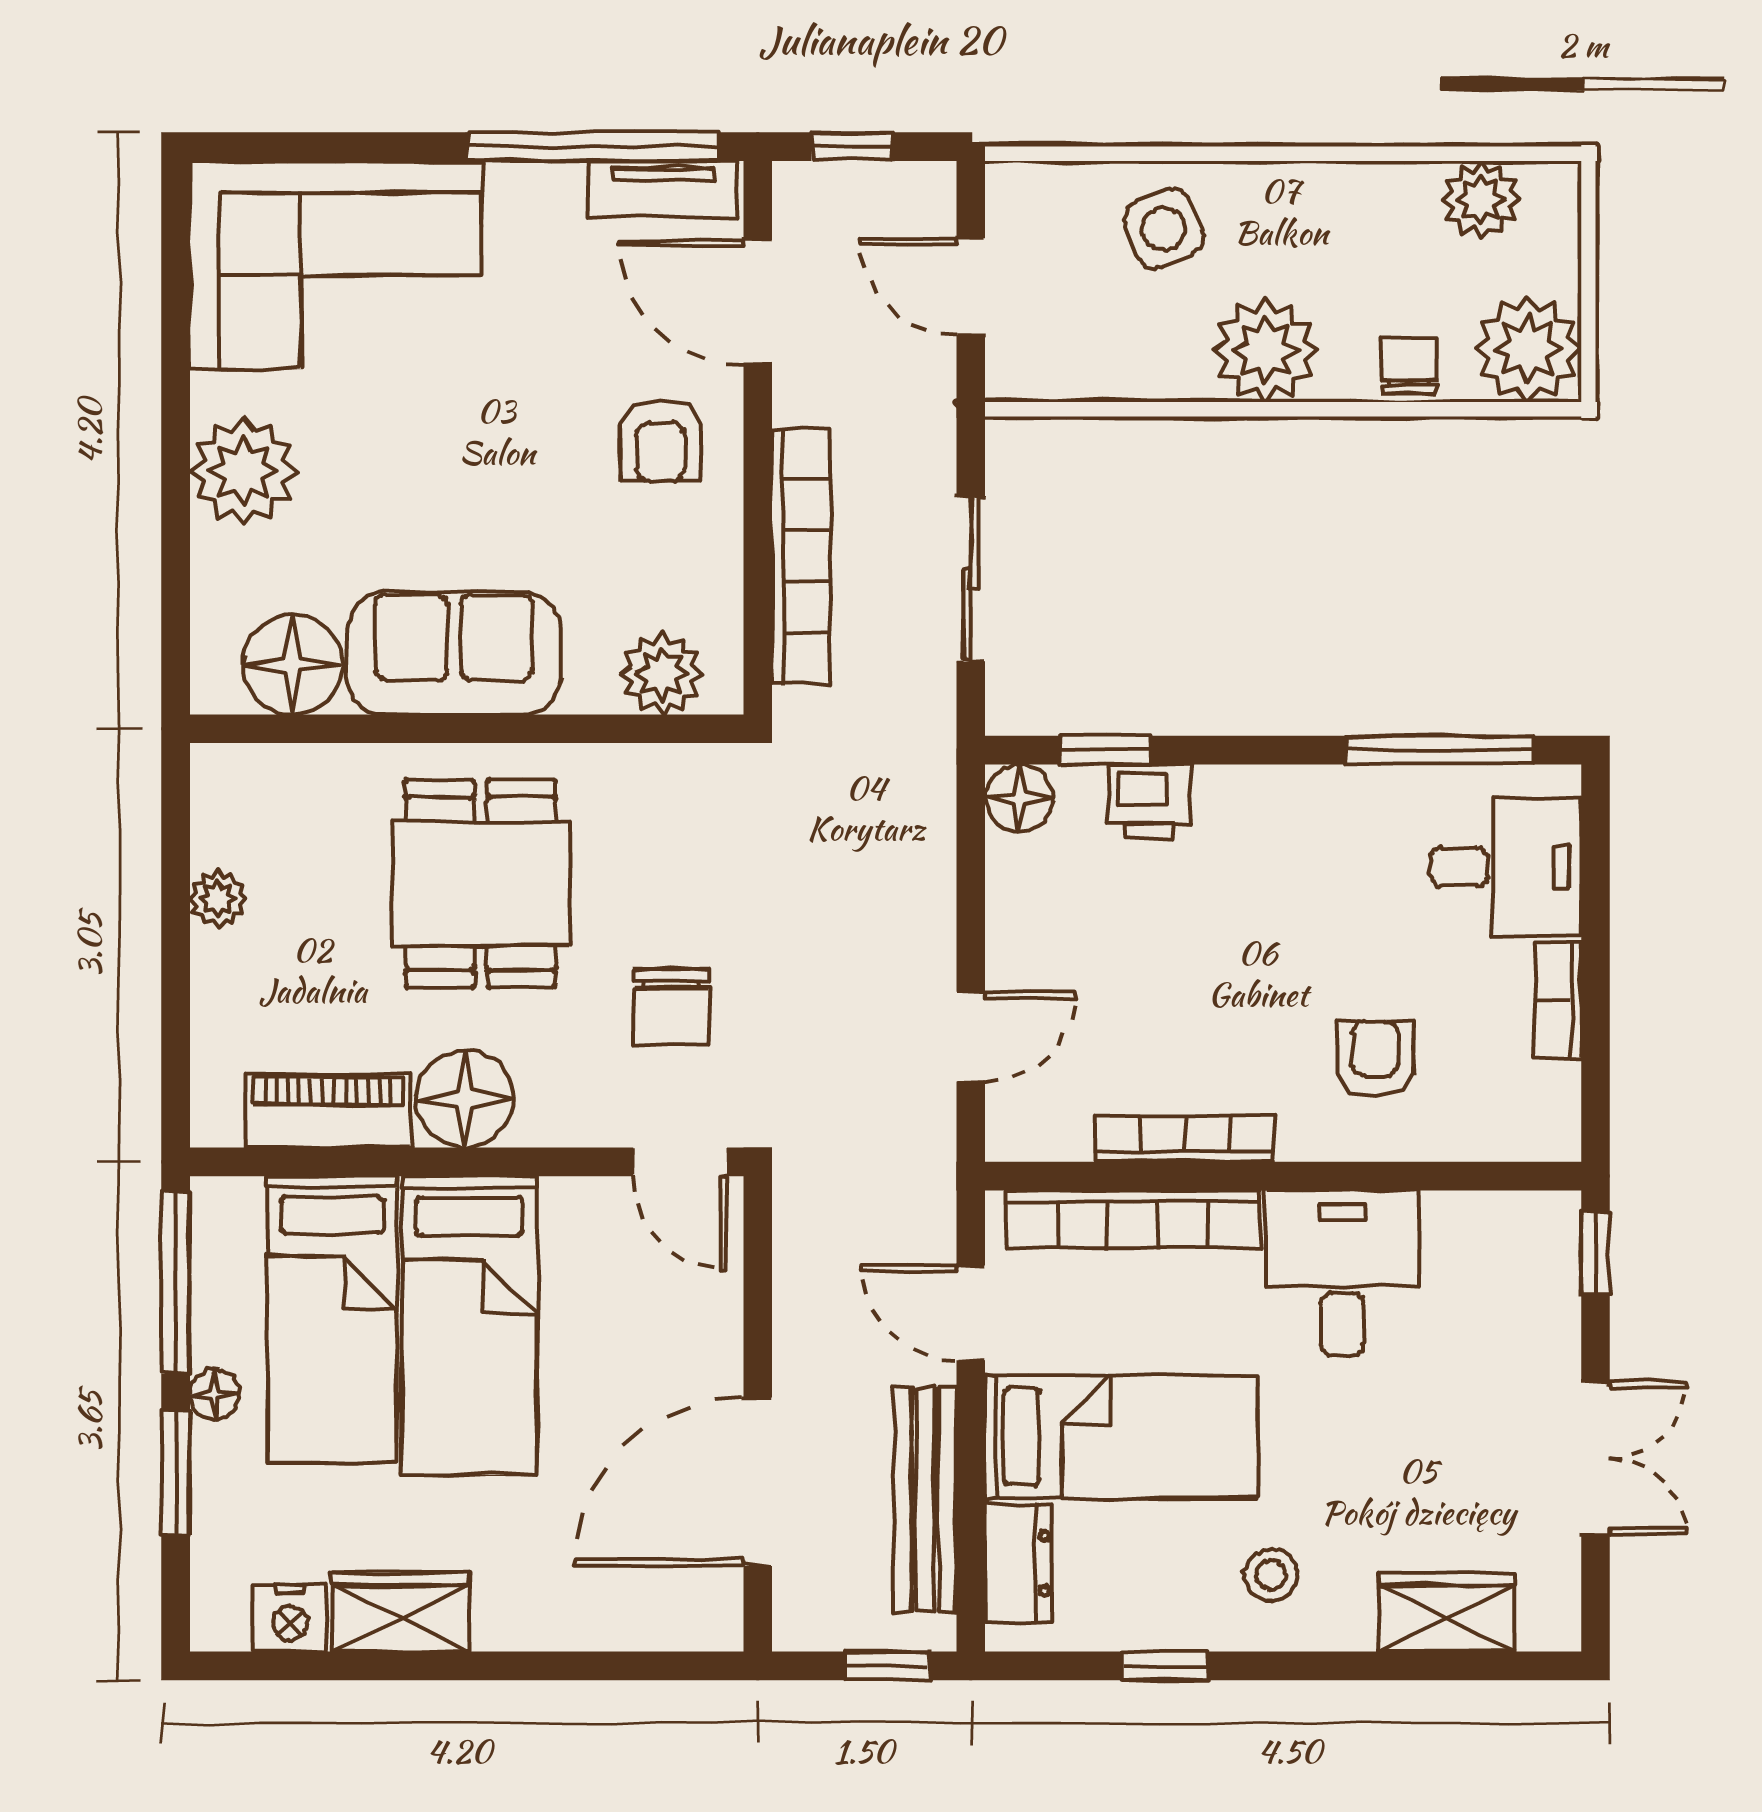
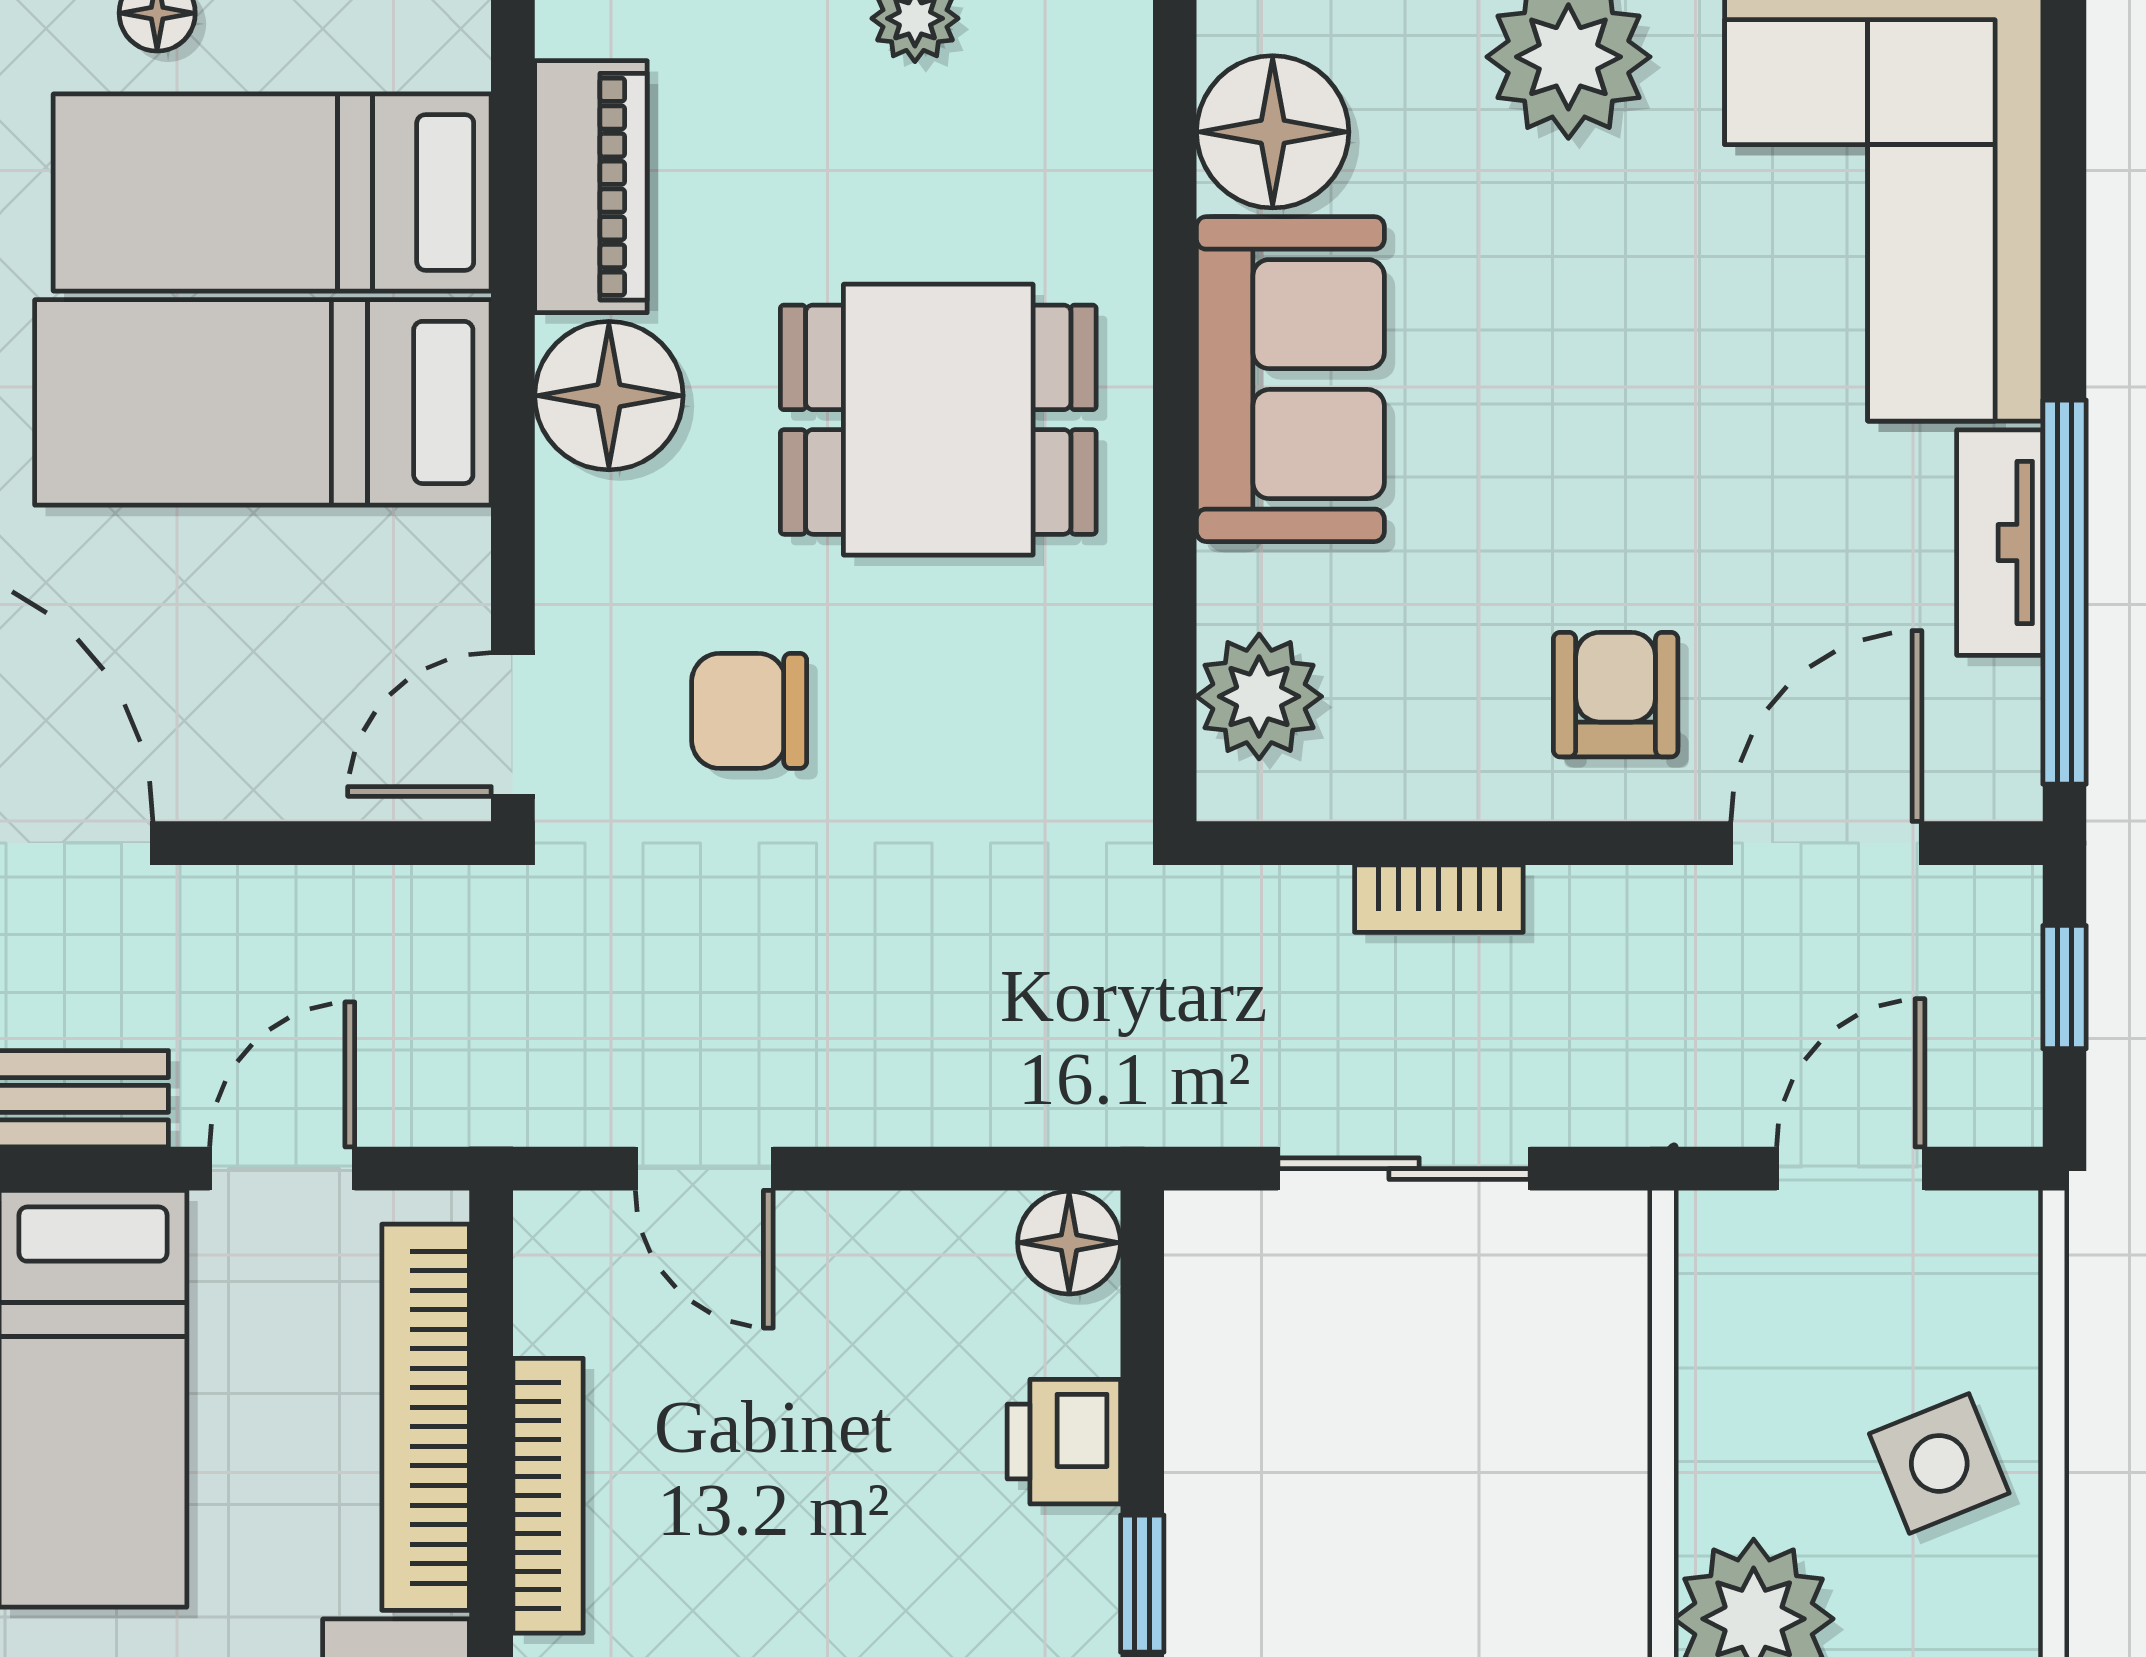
tv unit: (663, 189) -> (2000, 543), moved
armchair: (661, 440) -> (1616, 695), turned 90
bookcase: (801, 556) -> (1439, 899), width x0.43, depth x0.76
window: (1105, 750) -> (1142, 1584), moved

